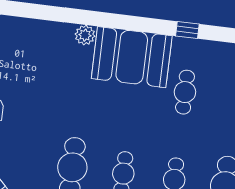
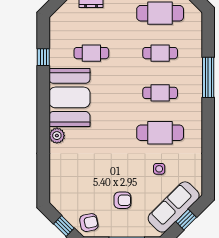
side table: (26, 160) -> (159, 169), added

